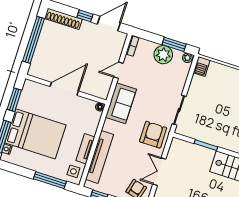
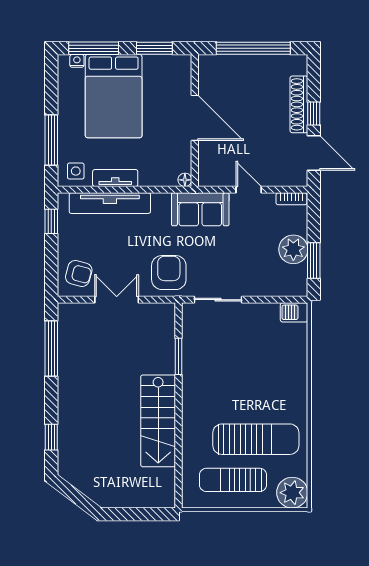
shoe rack: (63, 19) -> (299, 104), moved
plant: (187, 58) -> (300, 287), removed
armchair: (153, 135) -> (169, 273), turned -90

